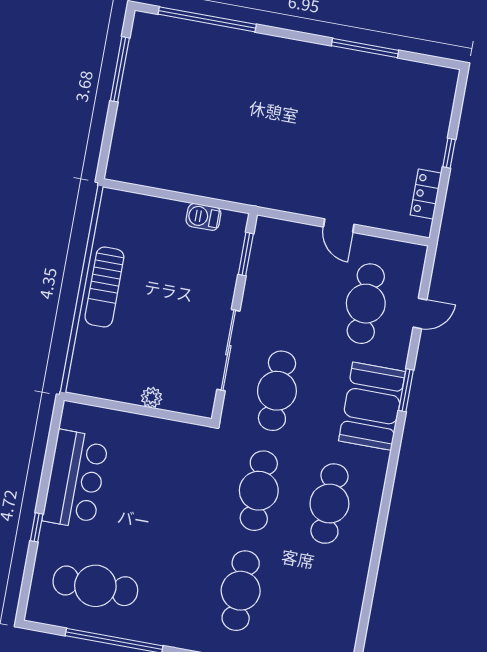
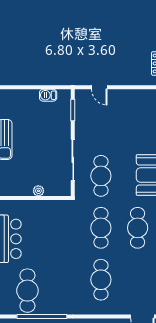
door: (339, 226) -> (99, 87), moved
cafe table: (366, 304) -> (138, 124), removed
cafe table: (95, 586) -> (27, 291), turned 90

